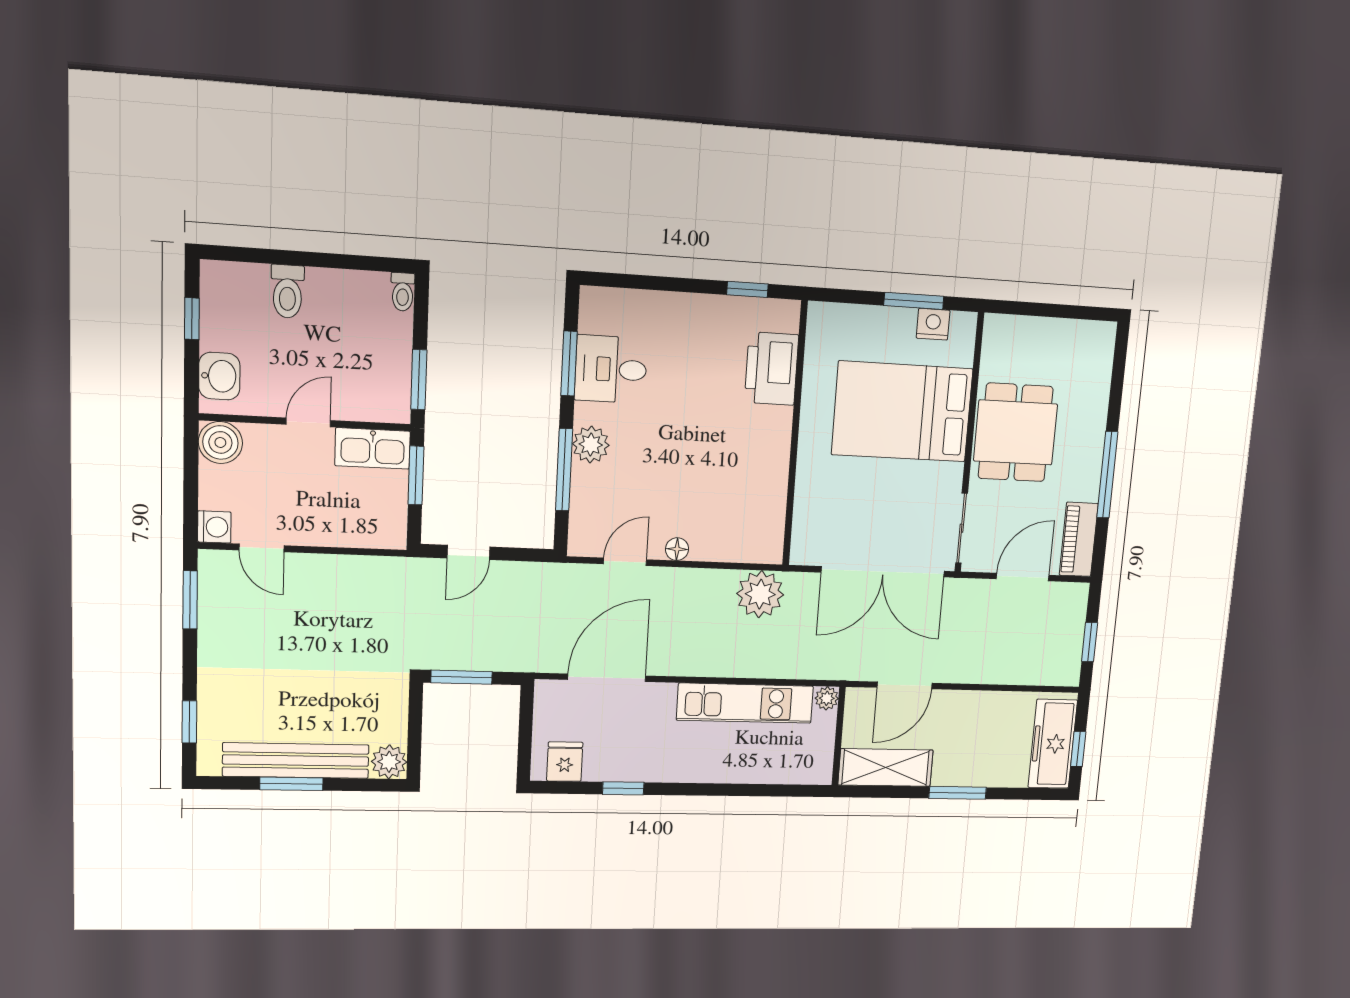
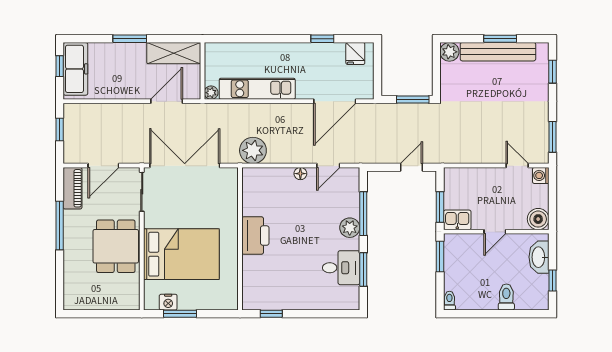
printer: (772, 369) -> (255, 236), moved
washbasin: (219, 376) -> (539, 257), width x1.38
kitchen sink: (373, 448) -> (457, 220), width x0.73

